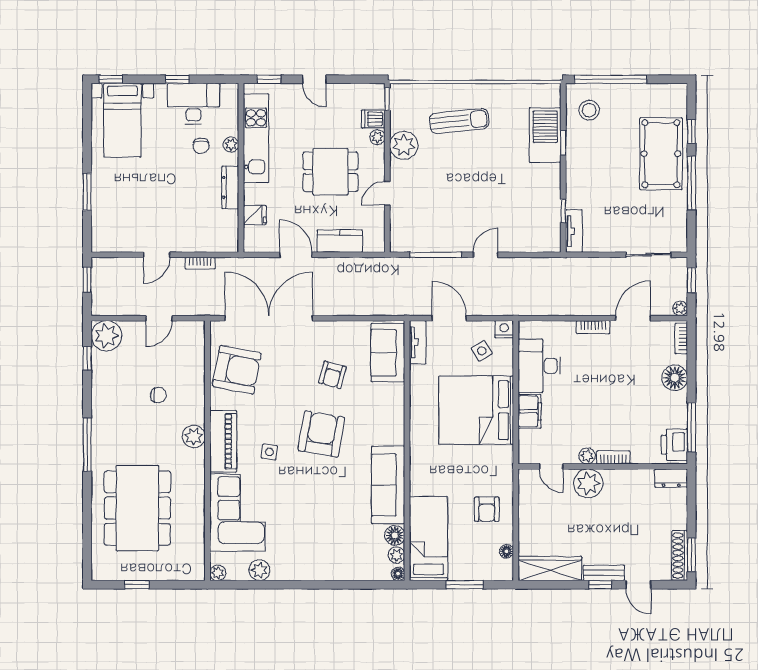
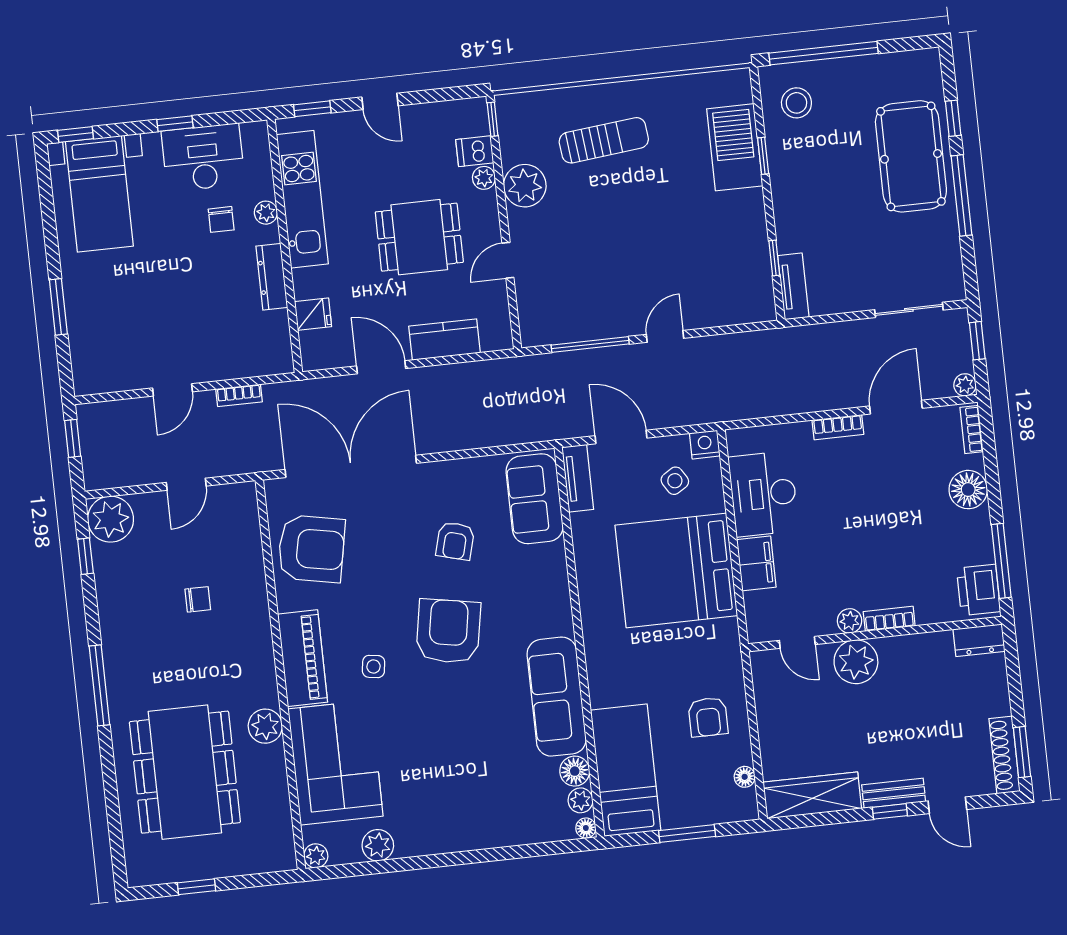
plant: (194, 436) -> (265, 726), moved

